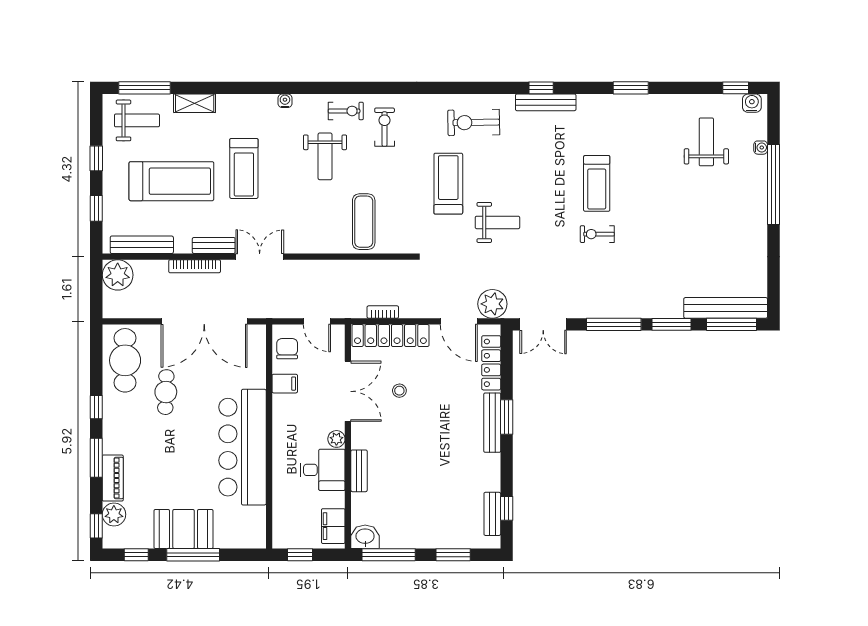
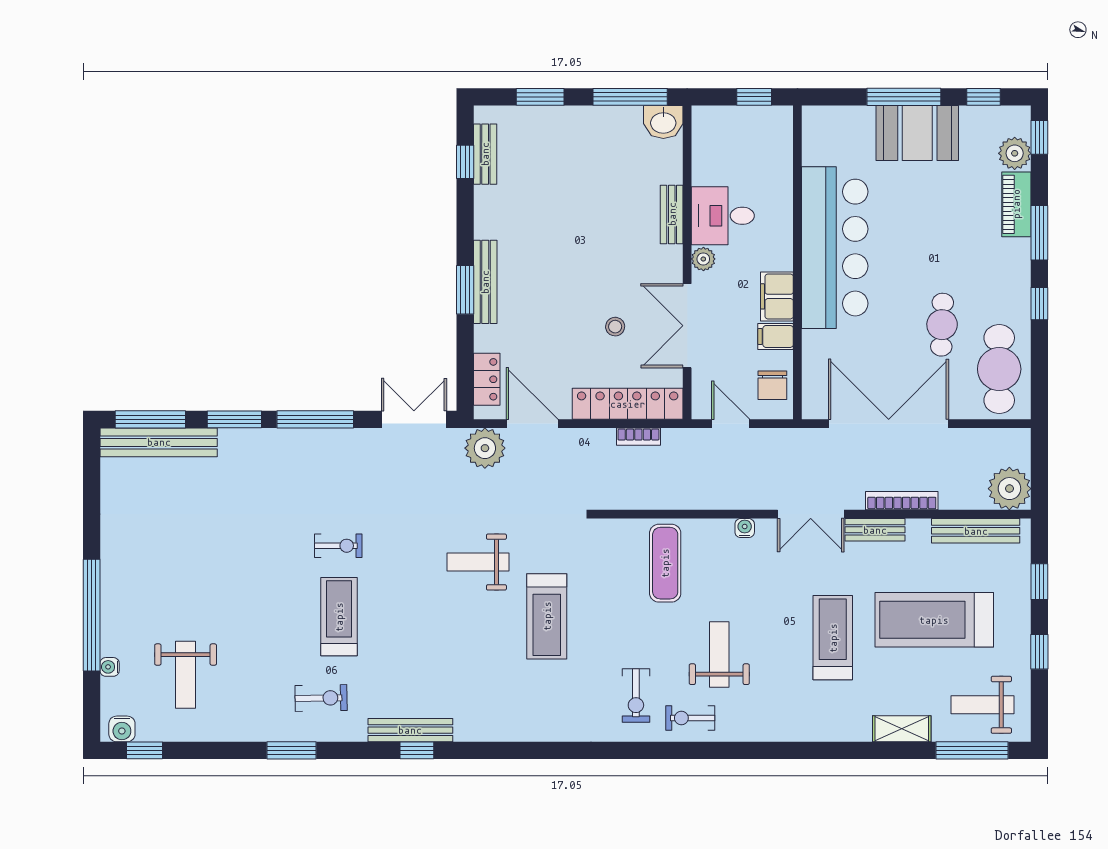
water cooler: (285, 101) -> (745, 528), moved, turned 180
exercise bike: (474, 122) -> (321, 698), moved, width x0.73, depth x0.72
locker: (491, 363) -> (487, 379), width x0.66
filing cabinet: (333, 526) -> (777, 296), moved, turned 180

